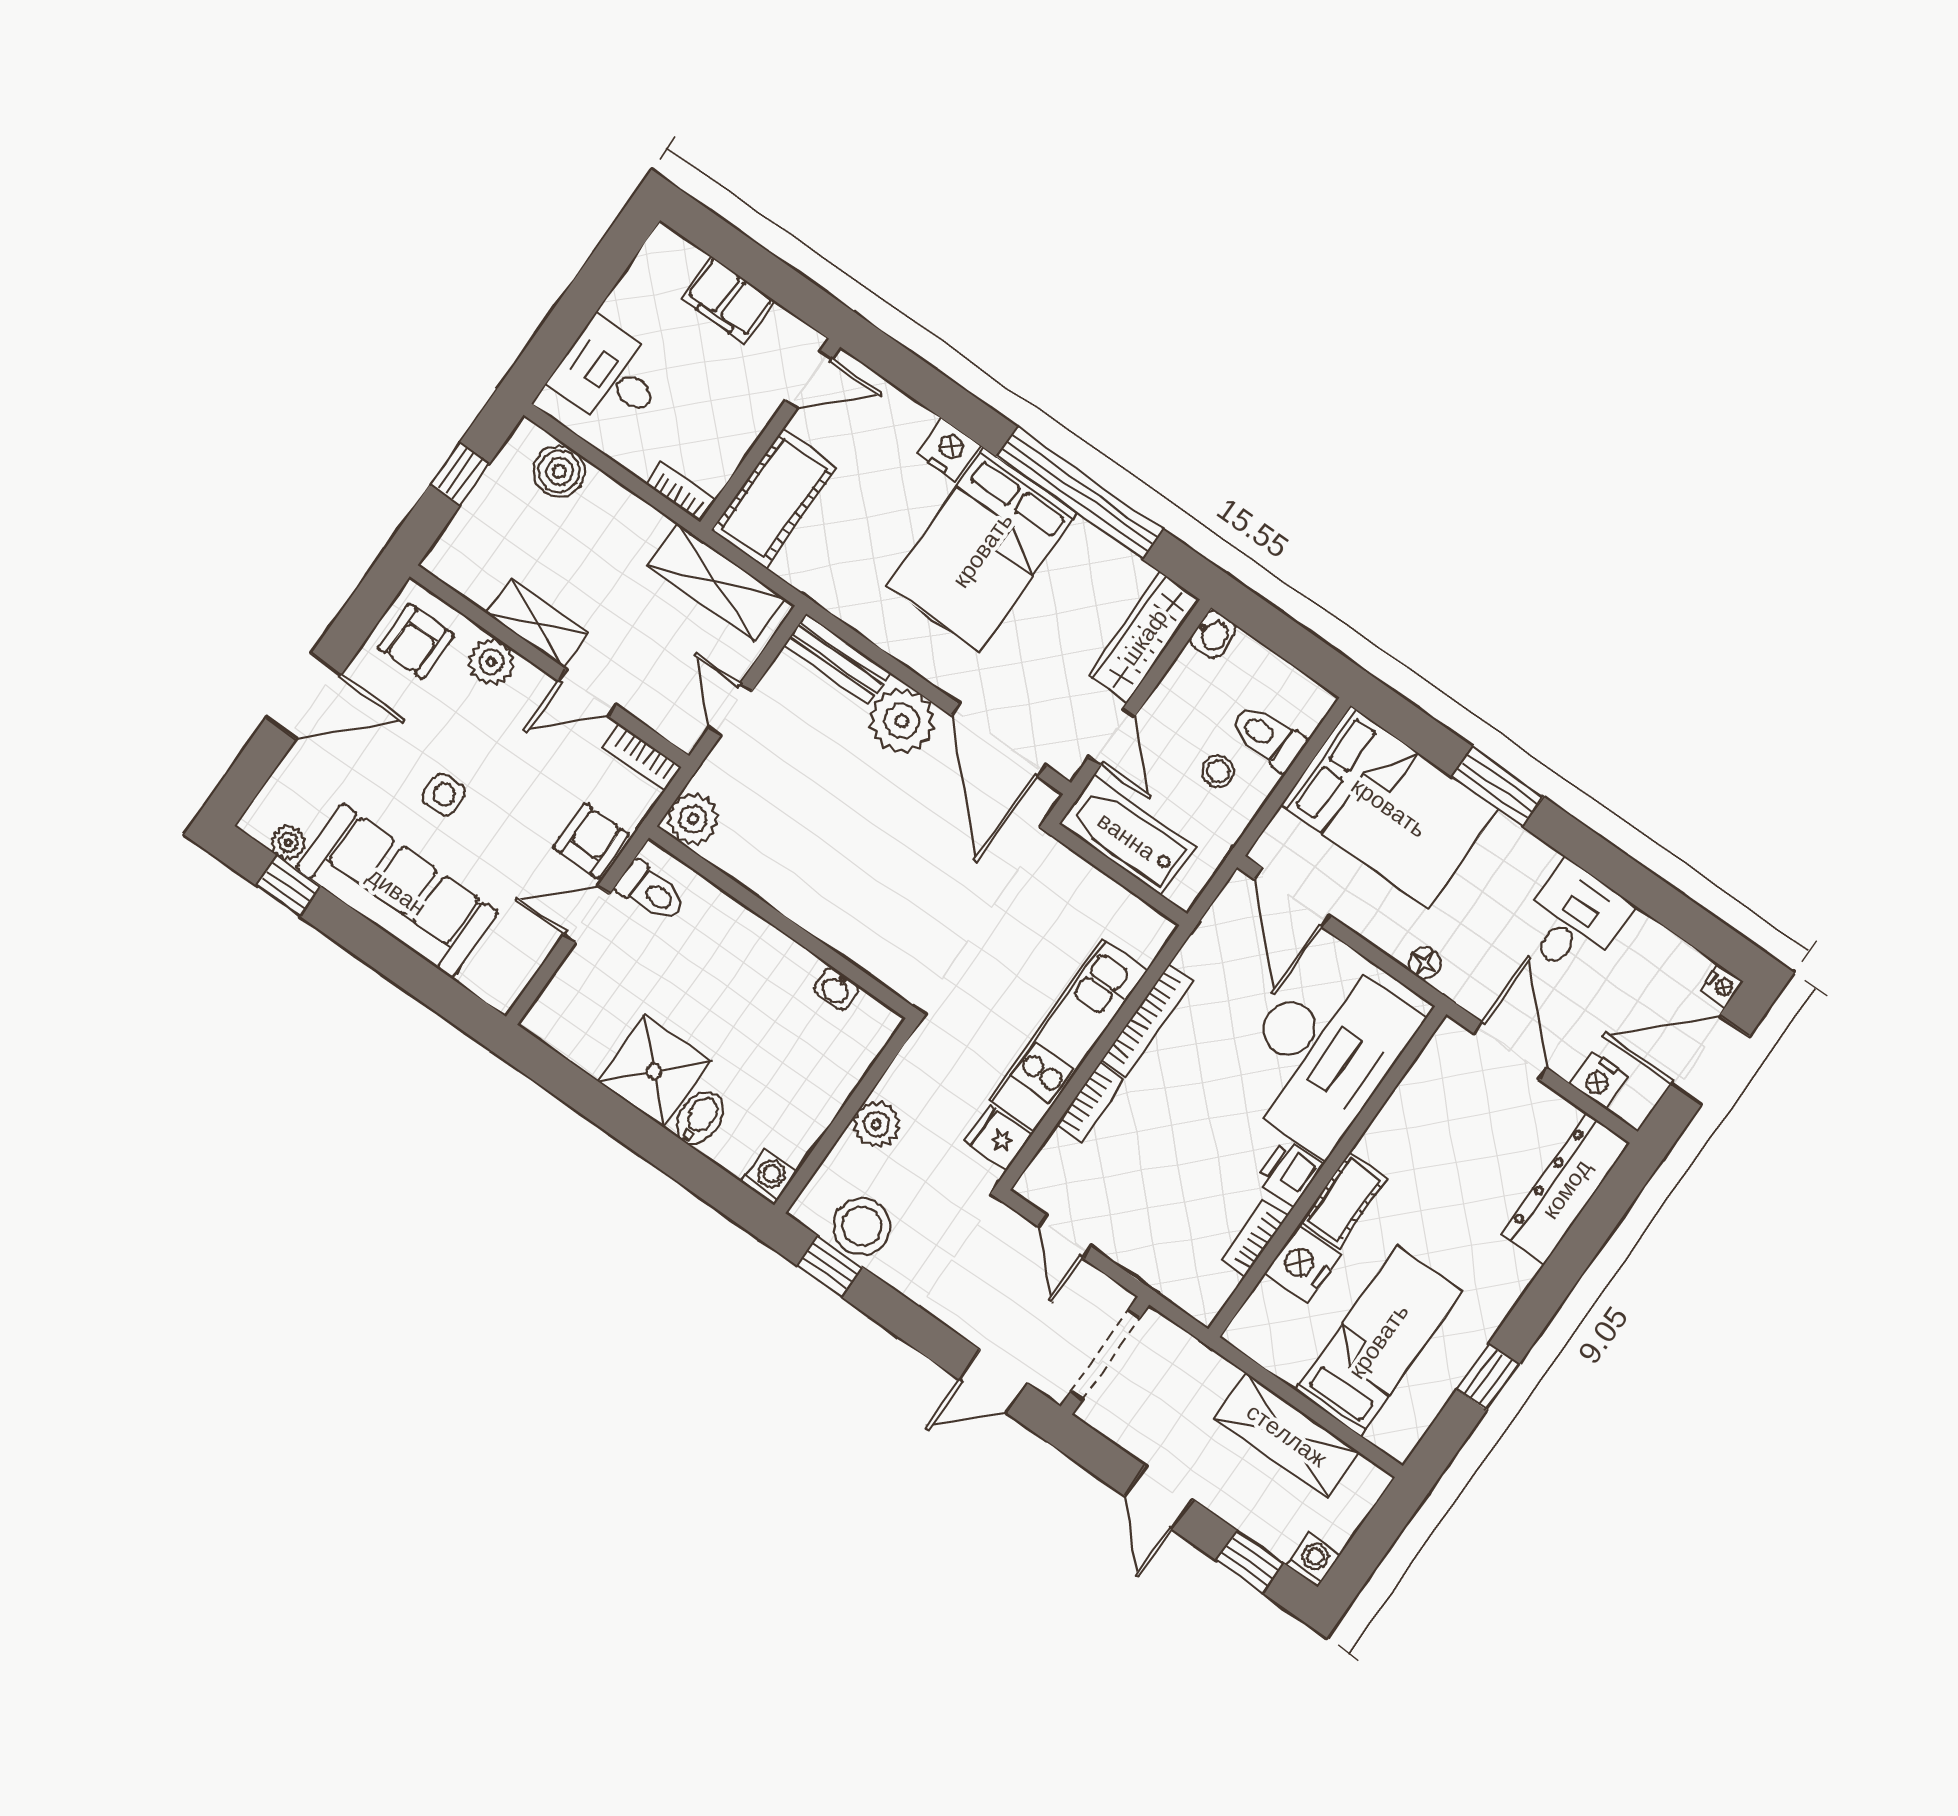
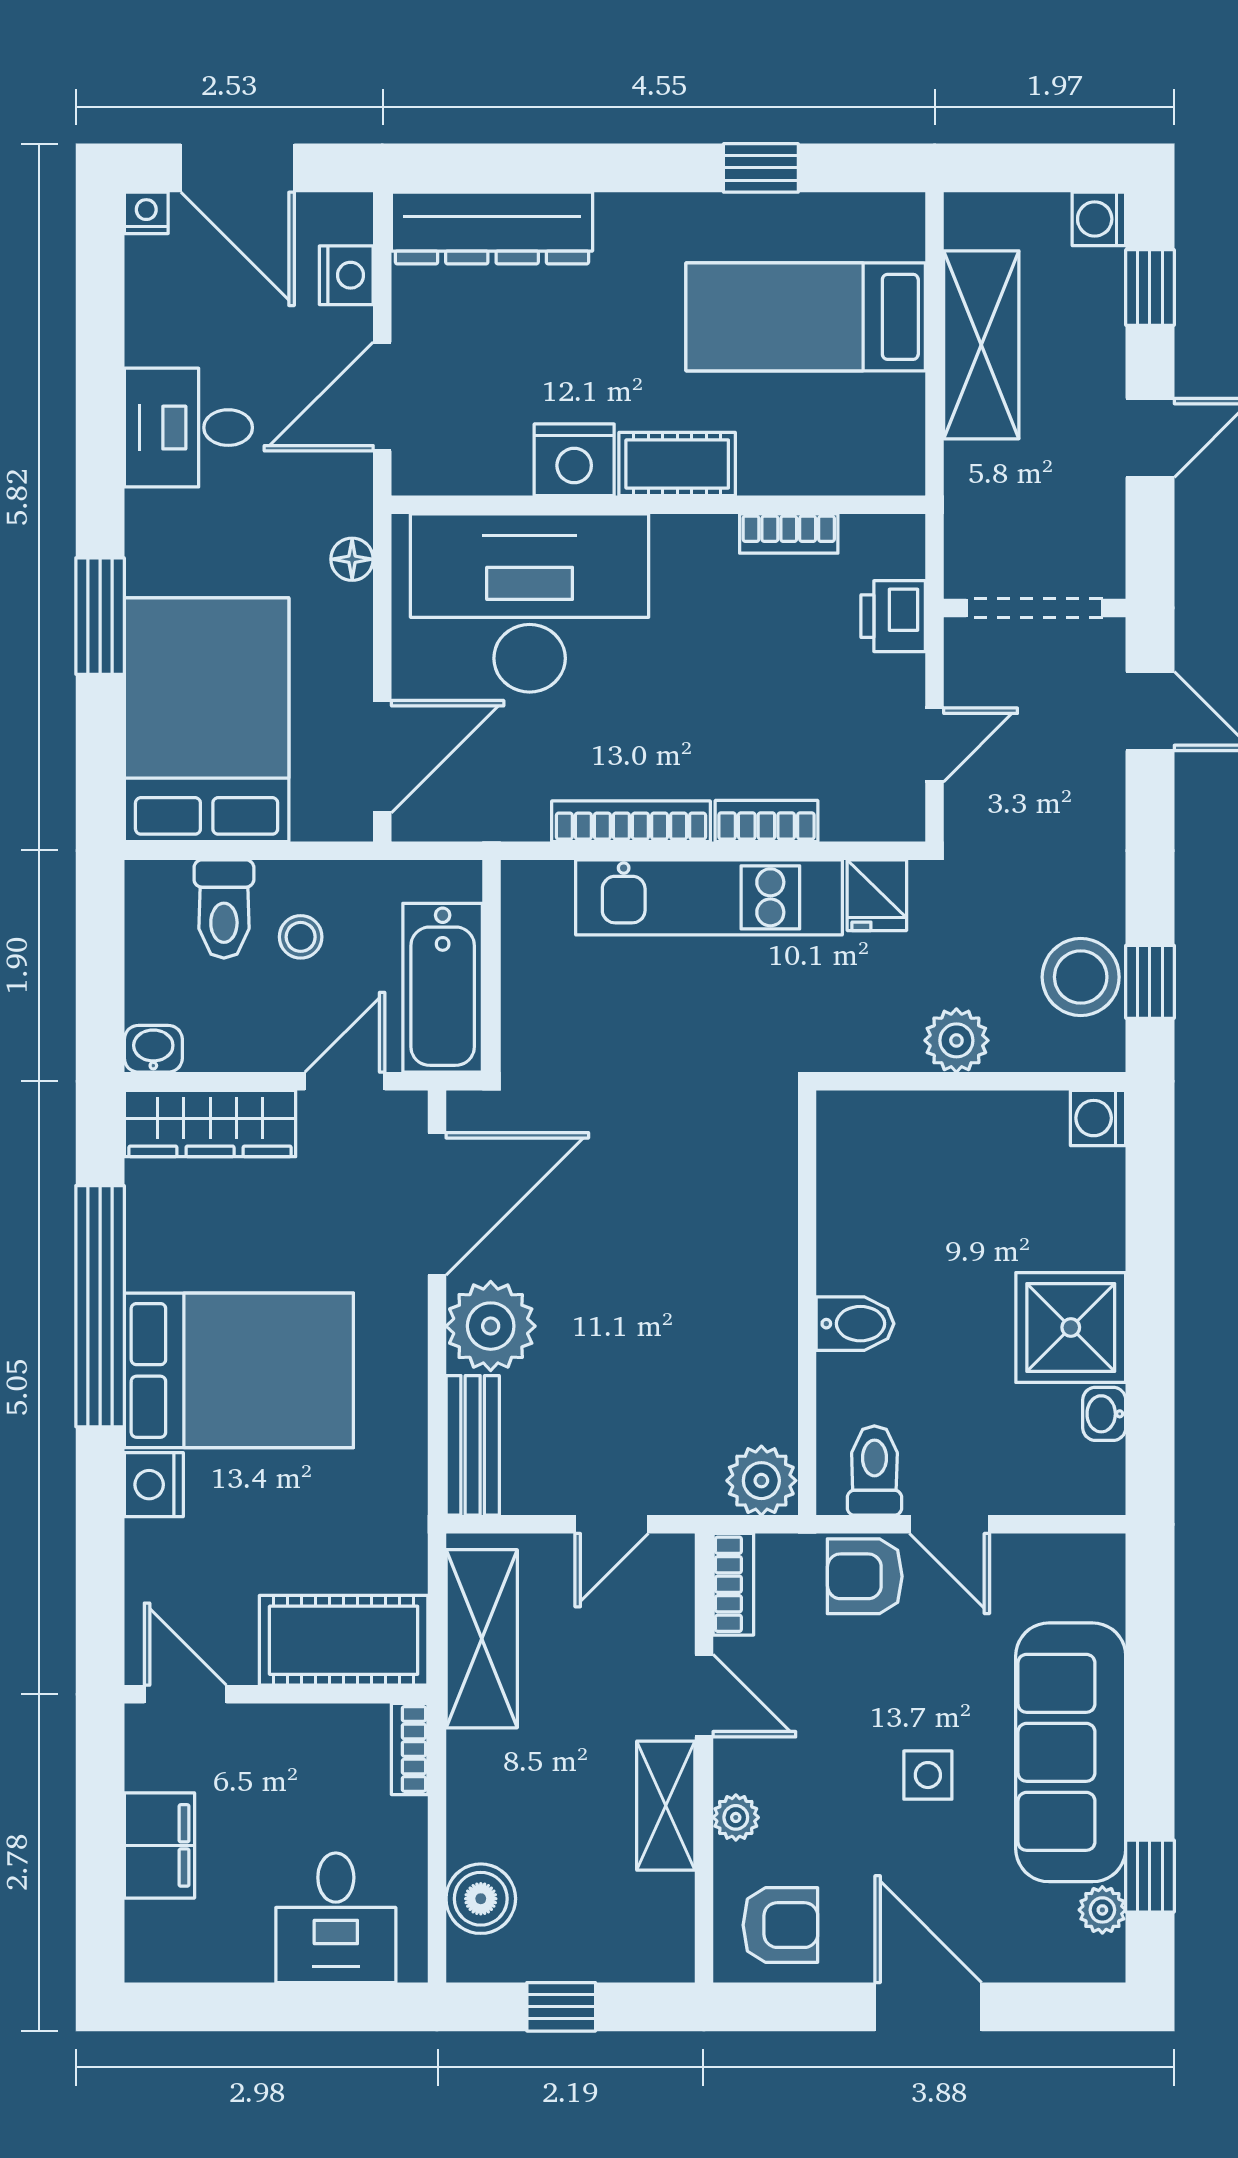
plant: (491, 662) -> (736, 1817), width x0.73, depth x0.73
washbasin: (836, 989) -> (1104, 1414), moved, turned 180
bidet: (700, 1118) -> (855, 1324), moved, turned 180
printer: (1289, 1173) -> (893, 616), moved, turned 90
nightstand: (1303, 1265) -> (574, 460), moved

